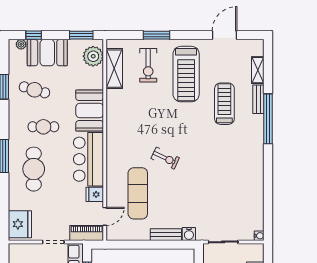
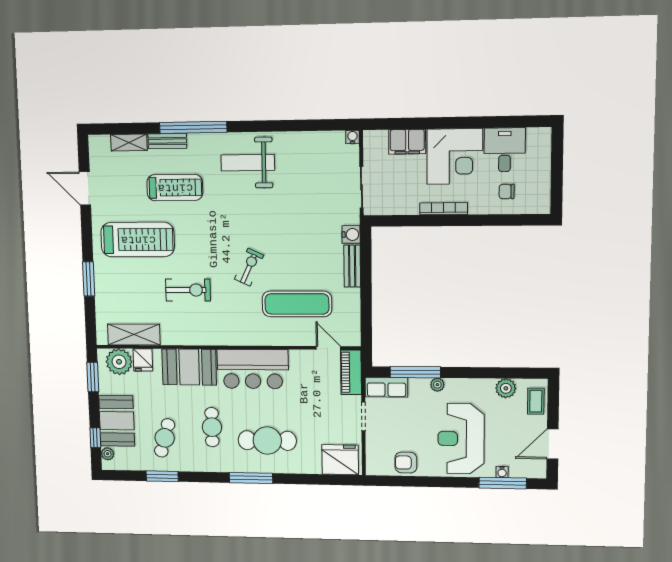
exercise bike: (148, 65) -> (188, 290), moved
treadmill: (224, 104) -> (175, 188), turned 180
weight bench: (242, 159) -> (248, 163), added
fridge: (95, 194) -> (143, 360), moved

